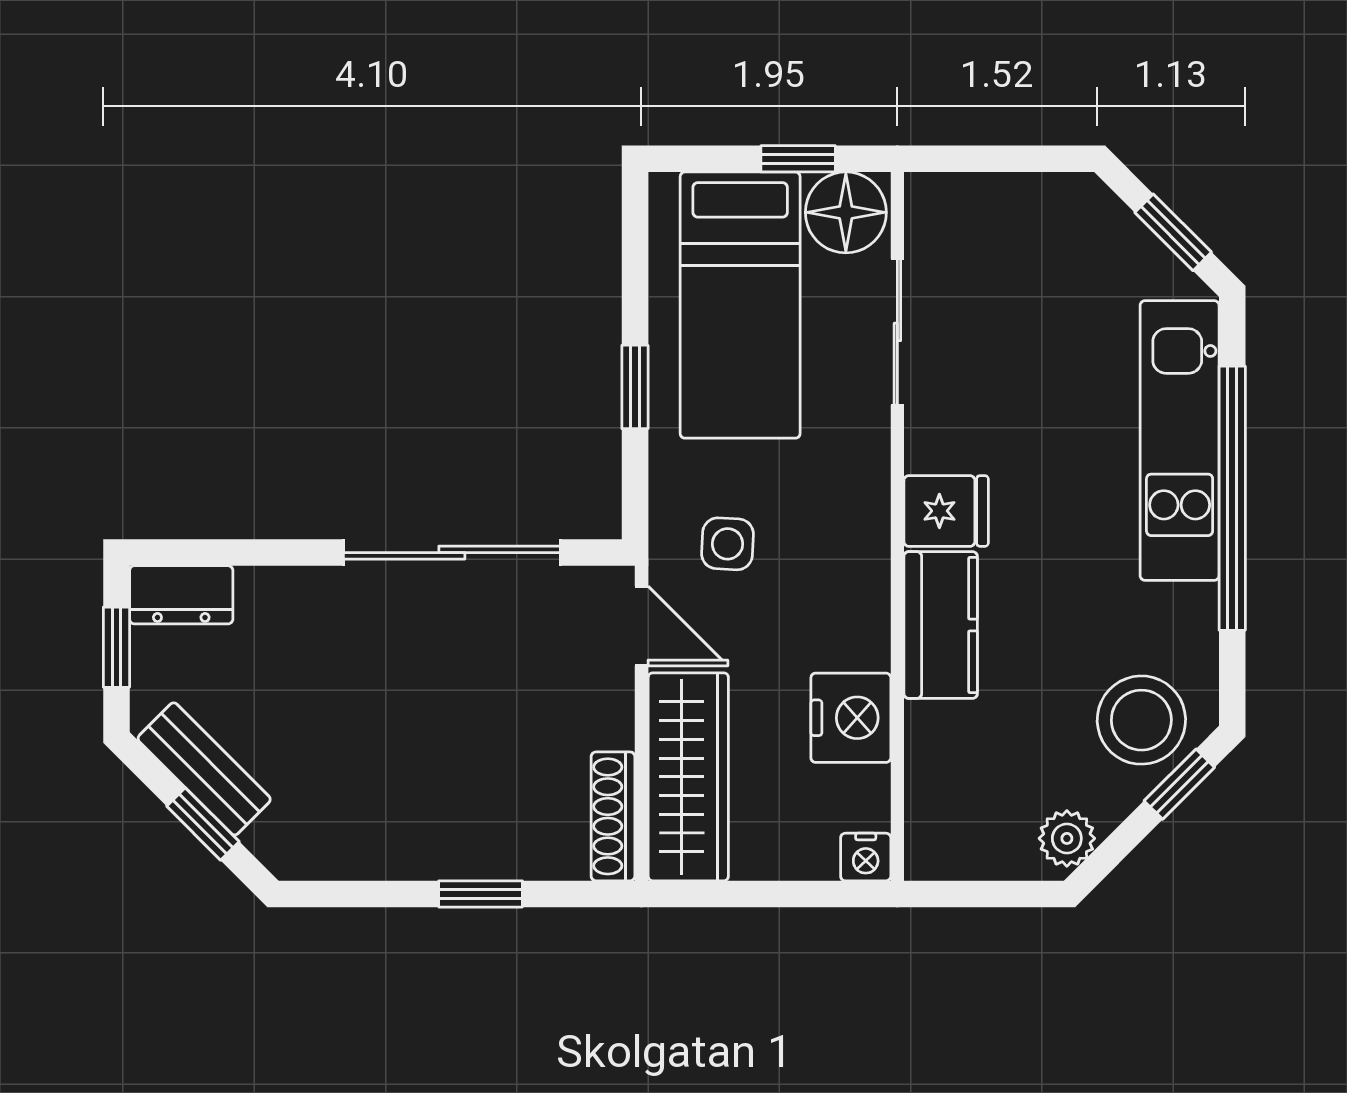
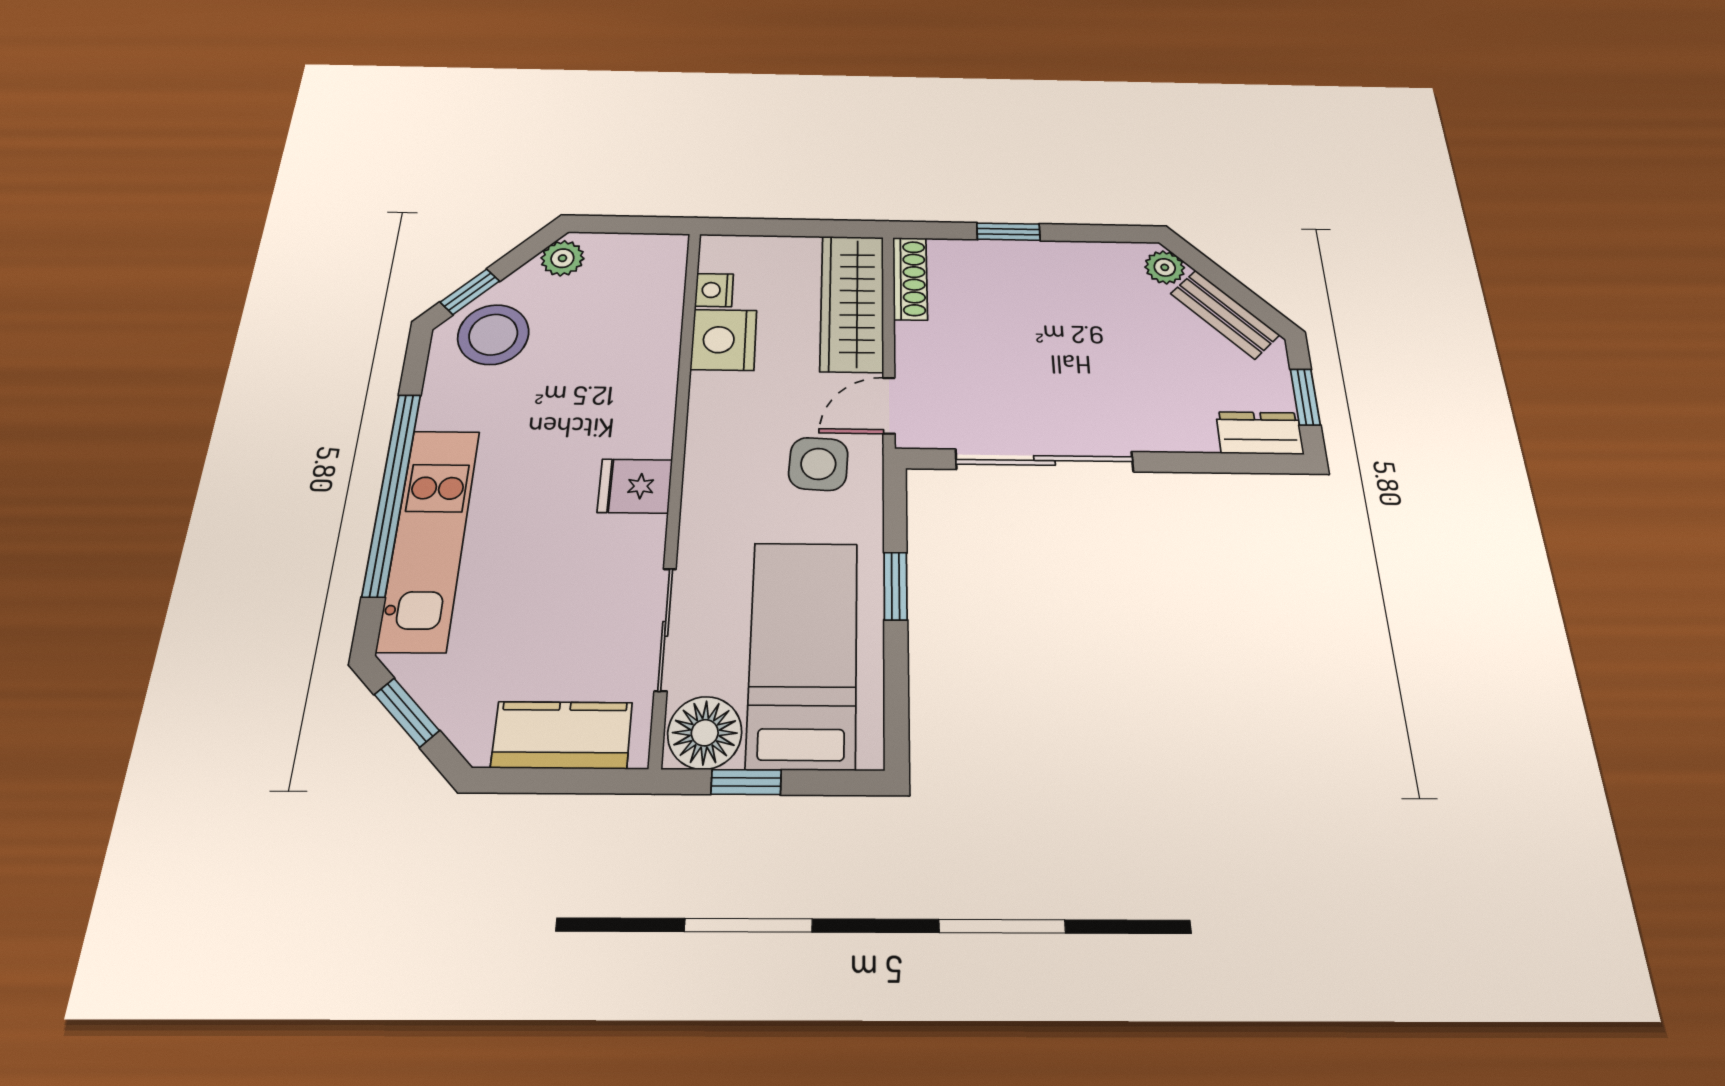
side table: (728, 544) -> (818, 464), width x1.37, depth x1.37
kitchen counter: (941, 625) -> (562, 735), moved, turned 90
door: (641, 626) -> (889, 406), hinge flipped
window: (203, 824) -> (1221, 279), removed
plant: (276, 841) -> (1165, 267), added
nightstand: (866, 857) -> (714, 290), moved, turned -90

